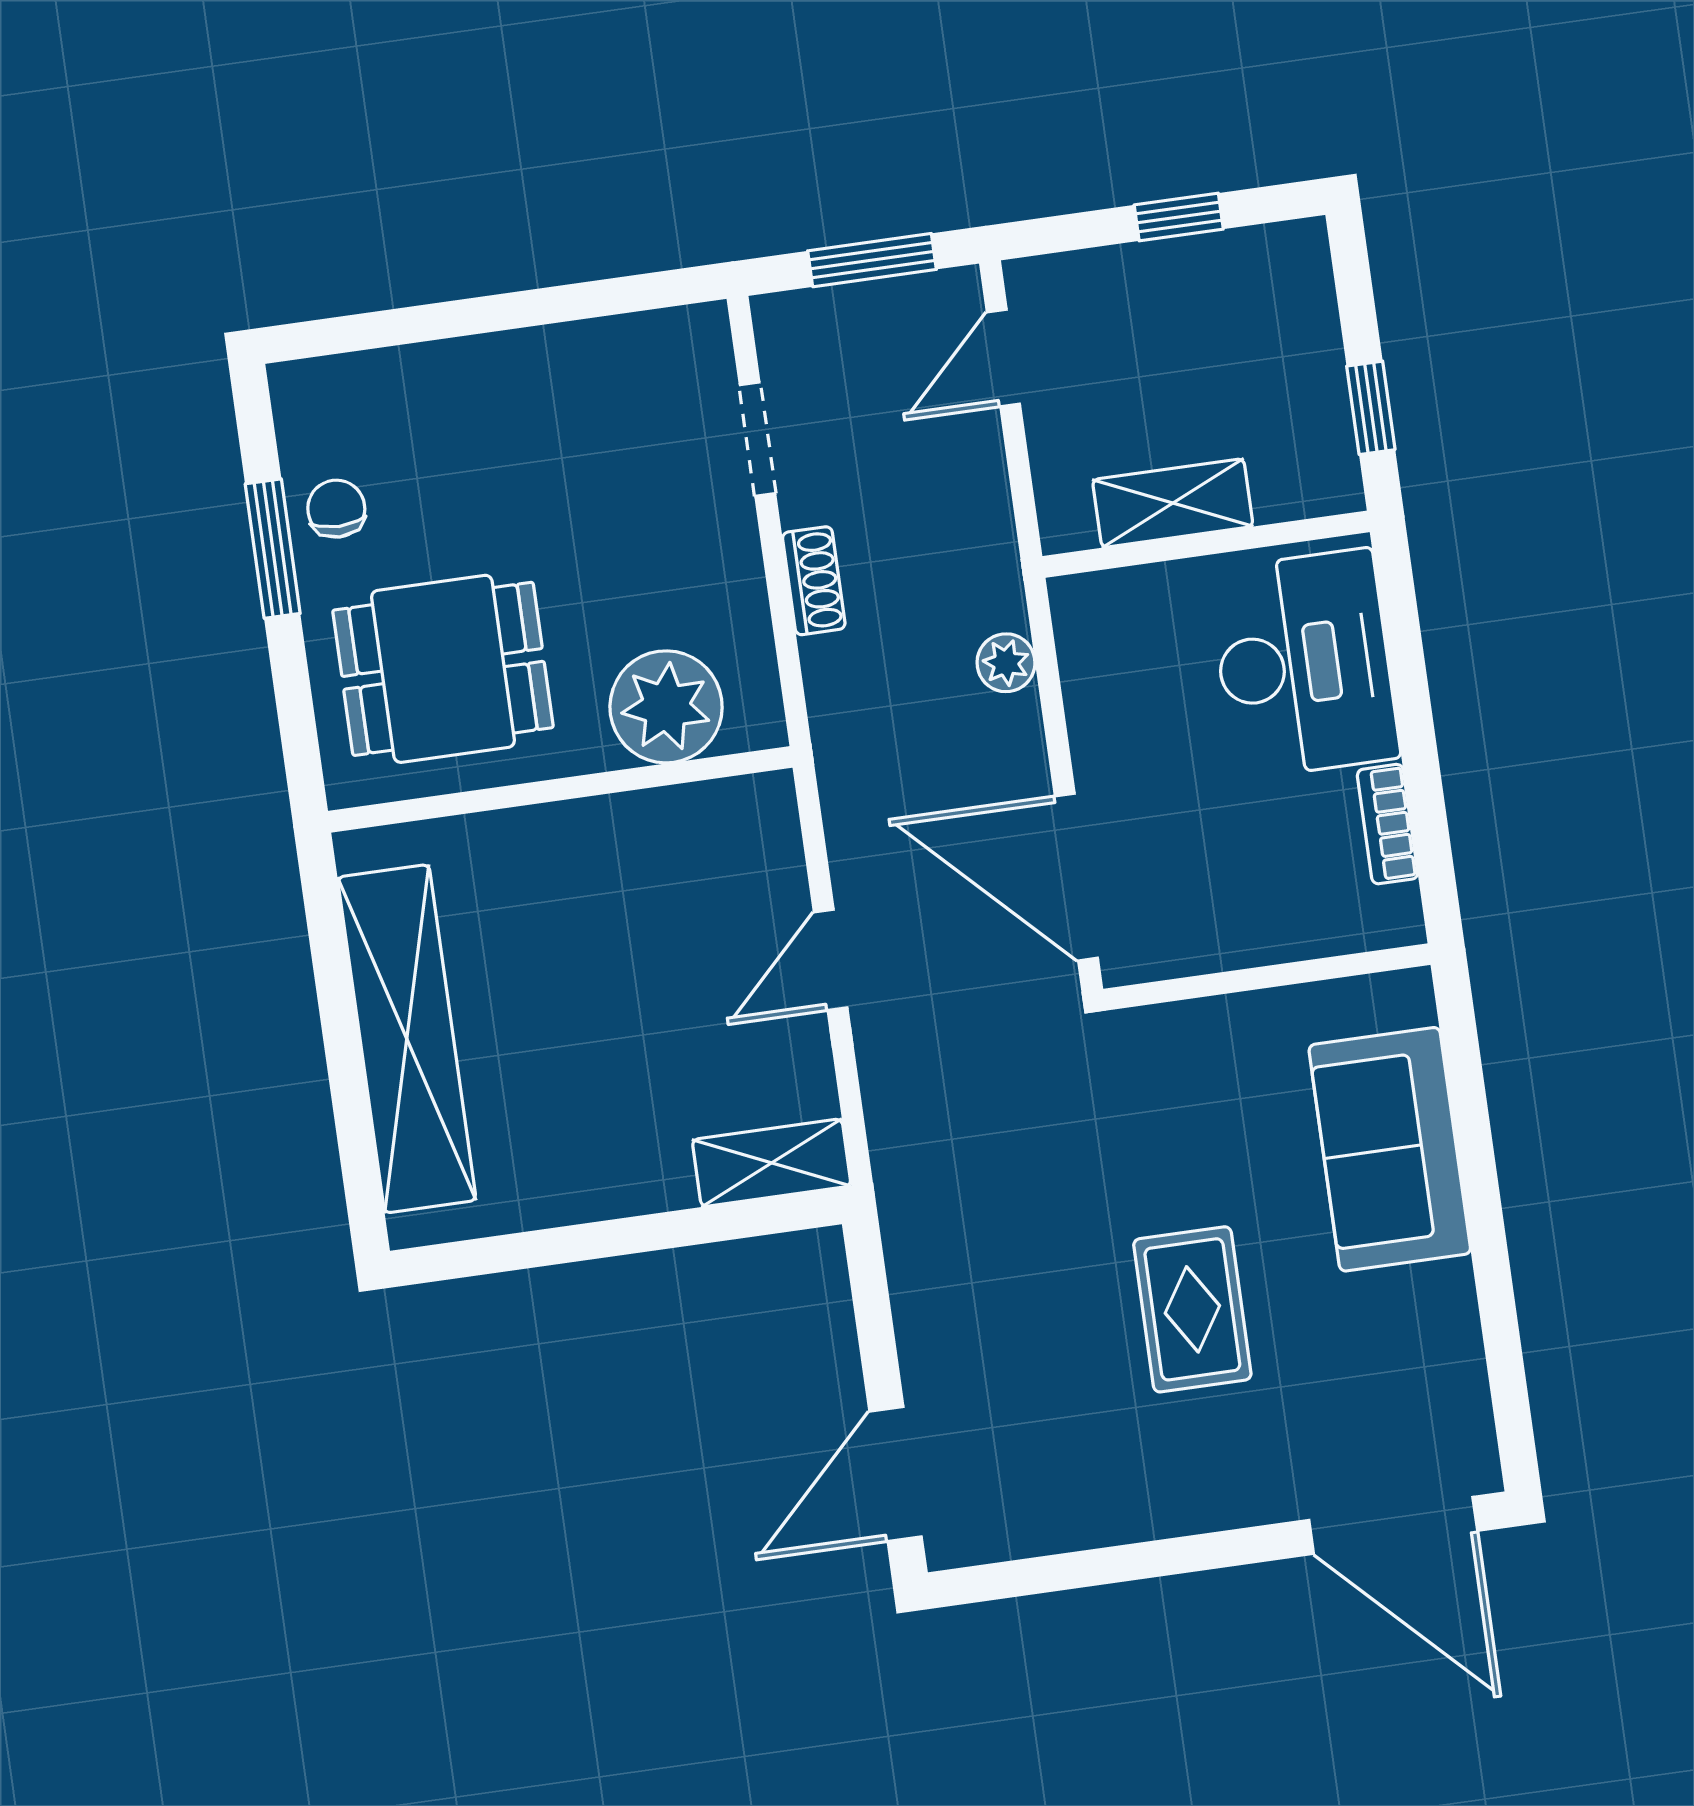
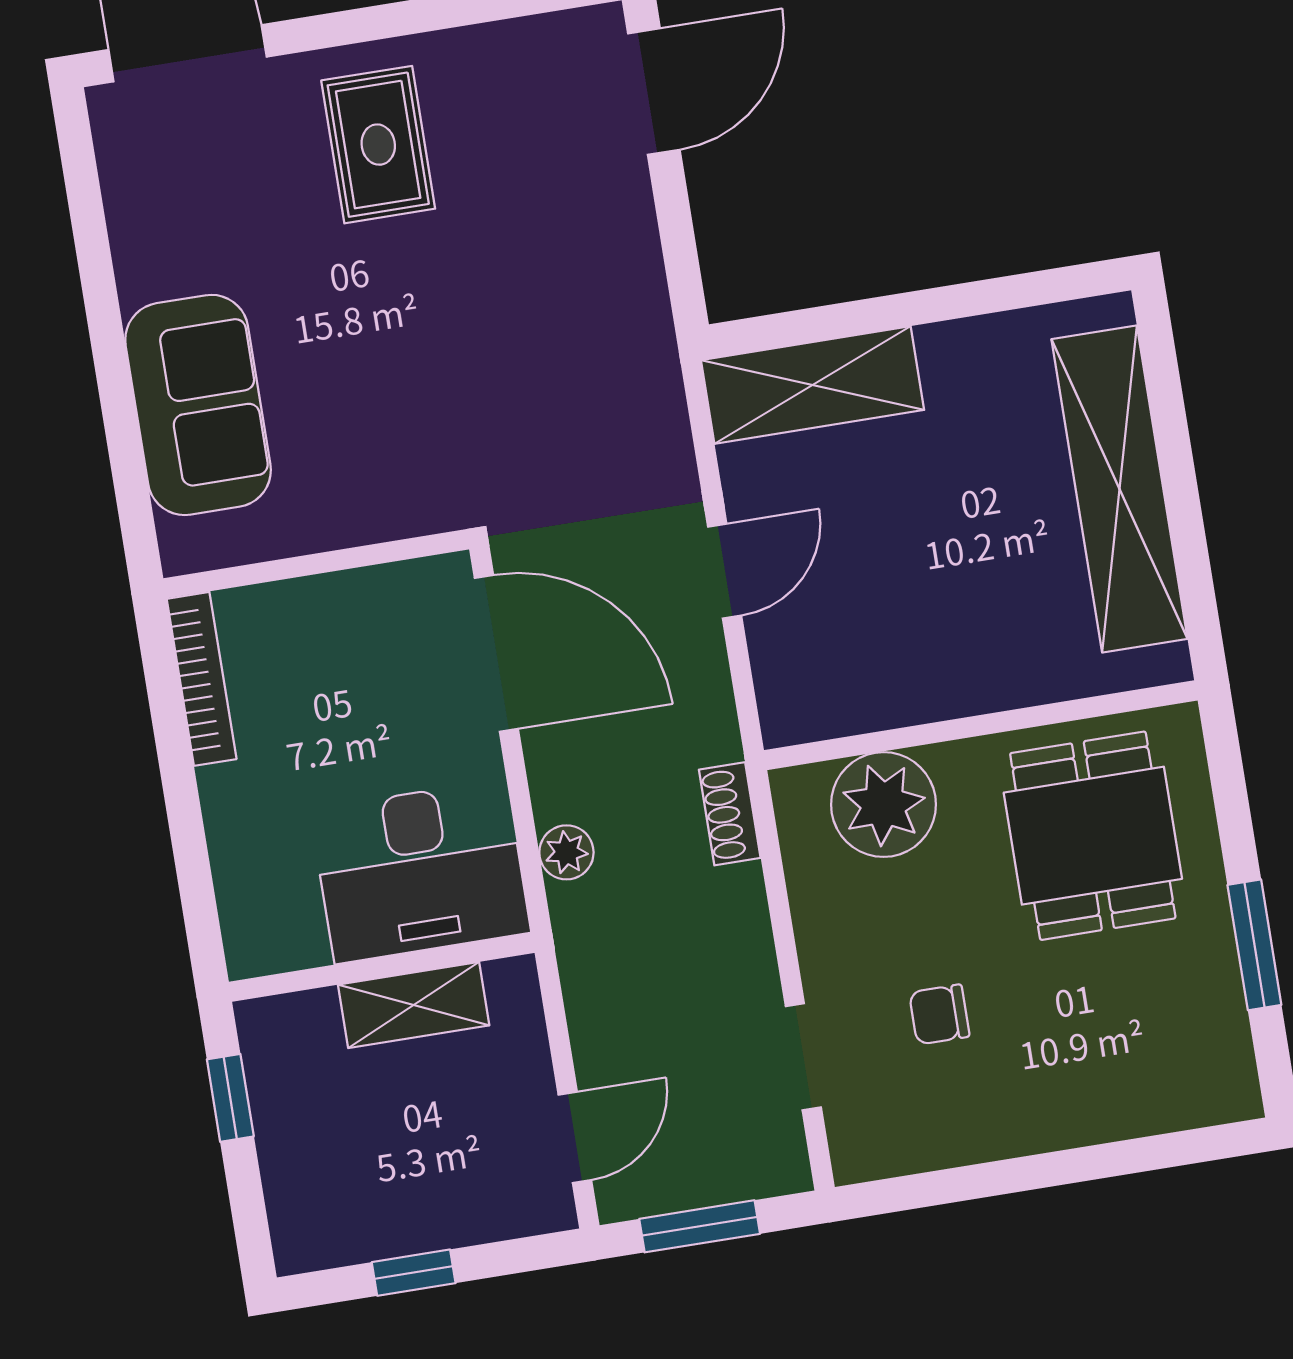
chair: (336, 509) -> (939, 1015), moved, turned 90
shoe rack: (814, 581) -> (730, 814), moved
desk: (1304, 664) -> (420, 871), moved, turned -90
dining table: (443, 669) -> (1093, 836), turned 90
bookcase: (1388, 824) -> (202, 679), width x1.56
shelving: (772, 1163) -> (812, 385), width x1.50, depth x1.33
rug: (1192, 1309) -> (378, 145), moved

